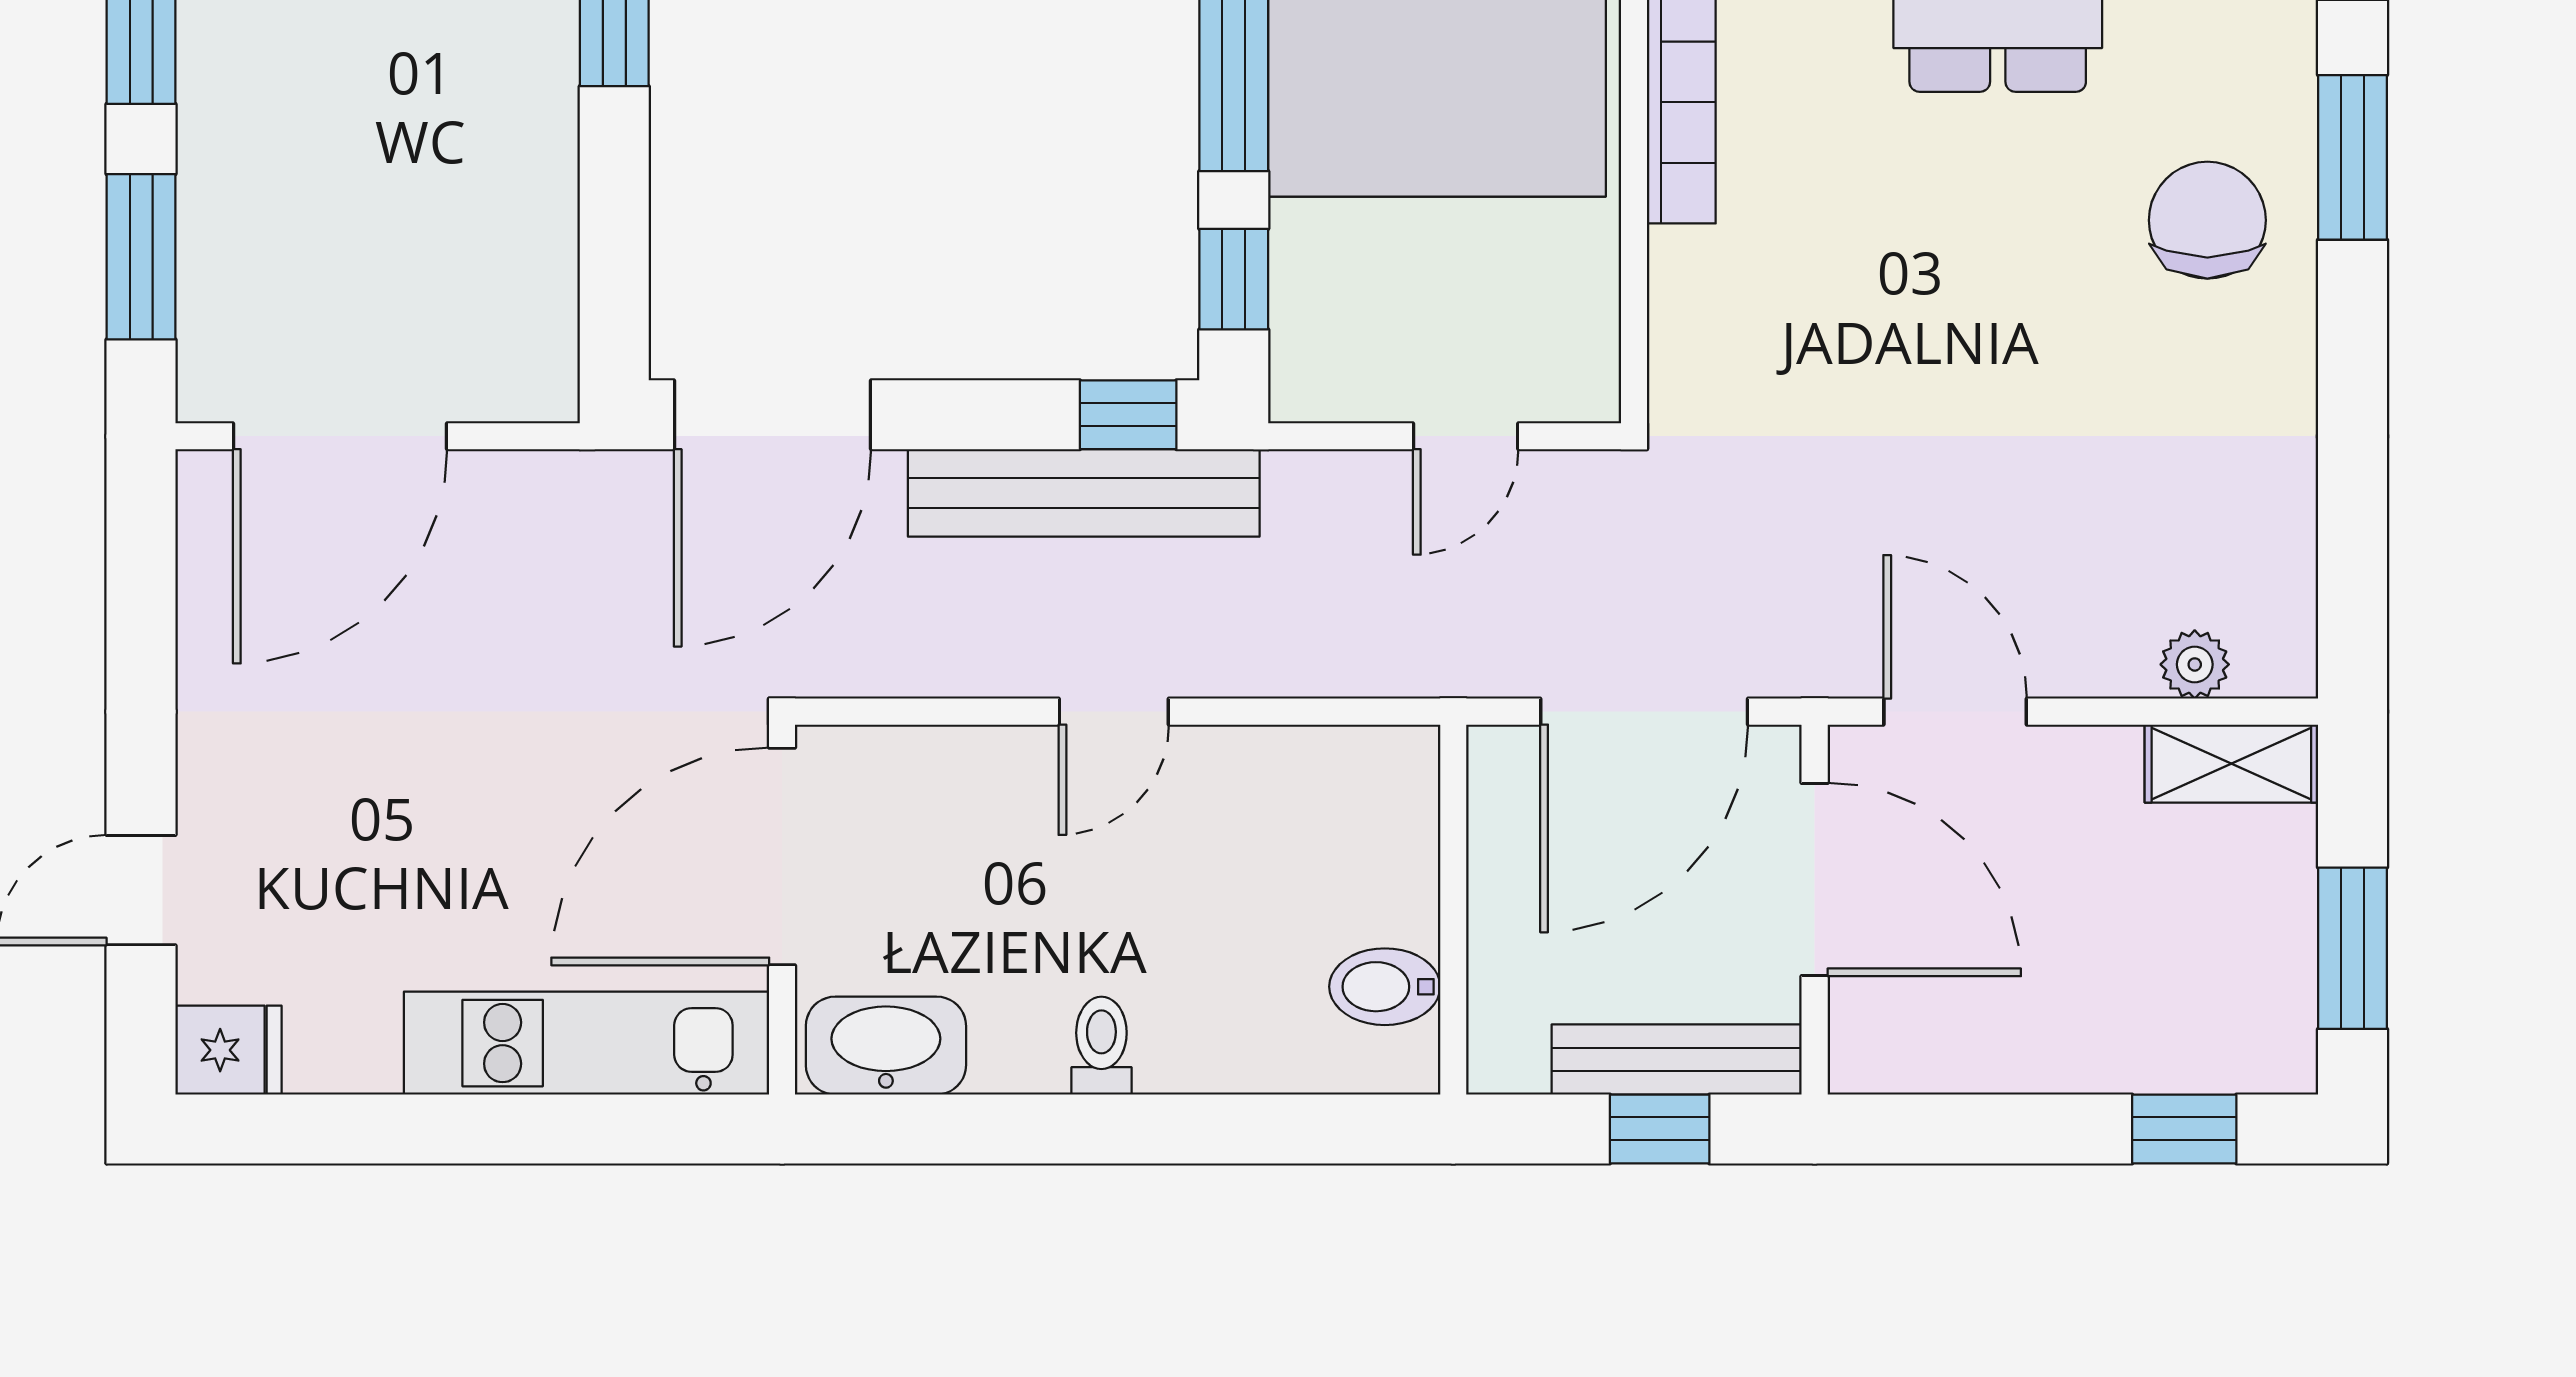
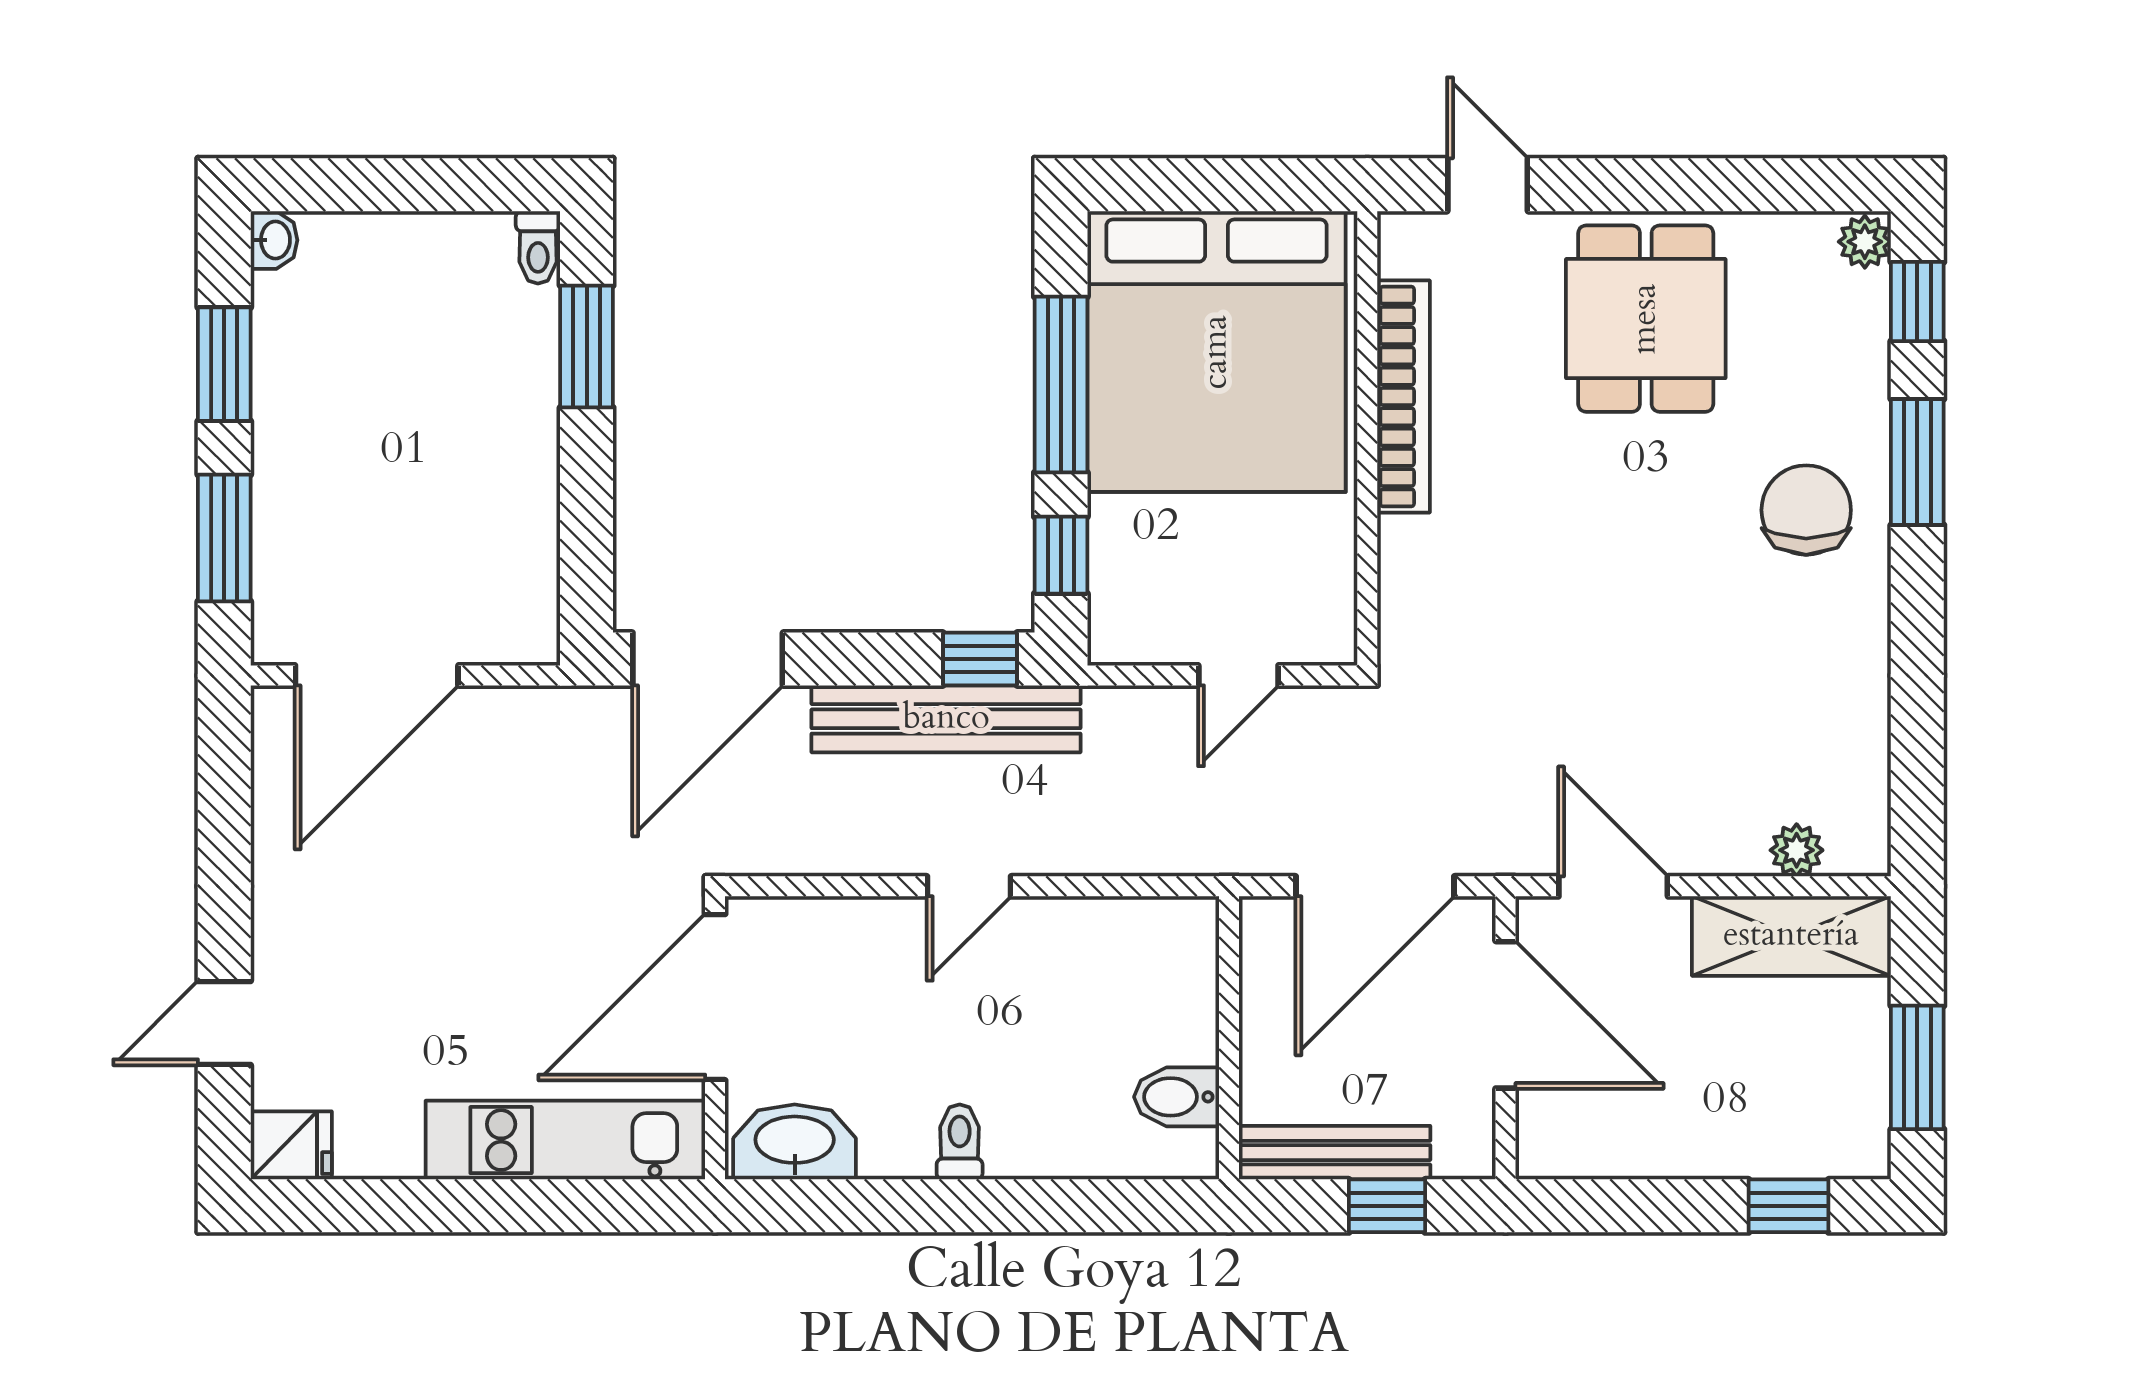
shelving: (2231, 764) -> (1791, 936), width x1.50, depth x1.33
bench: (1677, 1060) -> (1335, 1153), moved

